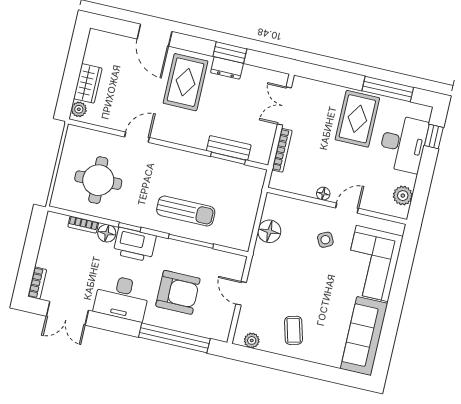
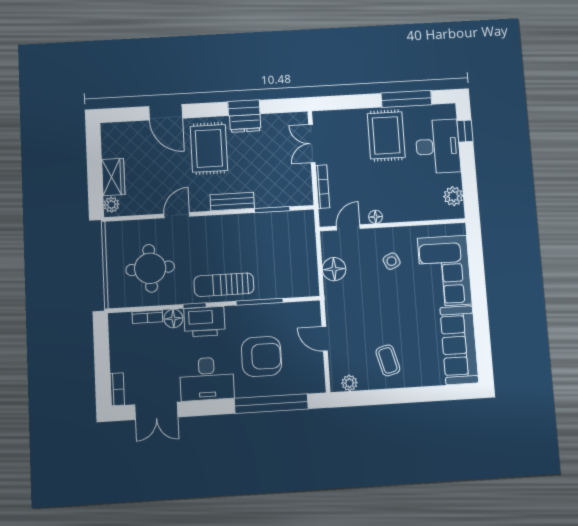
bench: (229, 148) -> (232, 202), moved
door: (347, 208) -> (348, 227), moved
sun lounger: (186, 211) -> (224, 285), moved, turned 180

